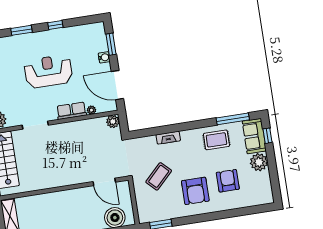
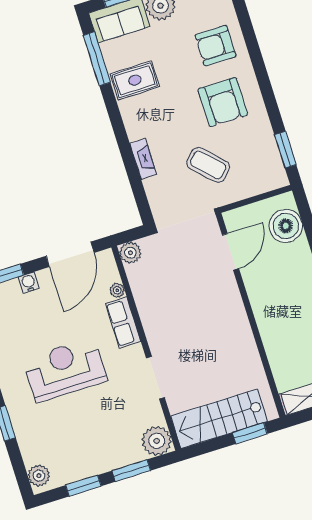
reception desk: (48, 71) -> (65, 370), turned 90
rug: (216, 140) -> (135, 80), turned 90
armchair: (228, 181) -> (216, 46), moved
armchair: (195, 191) -> (223, 102), turned 90

